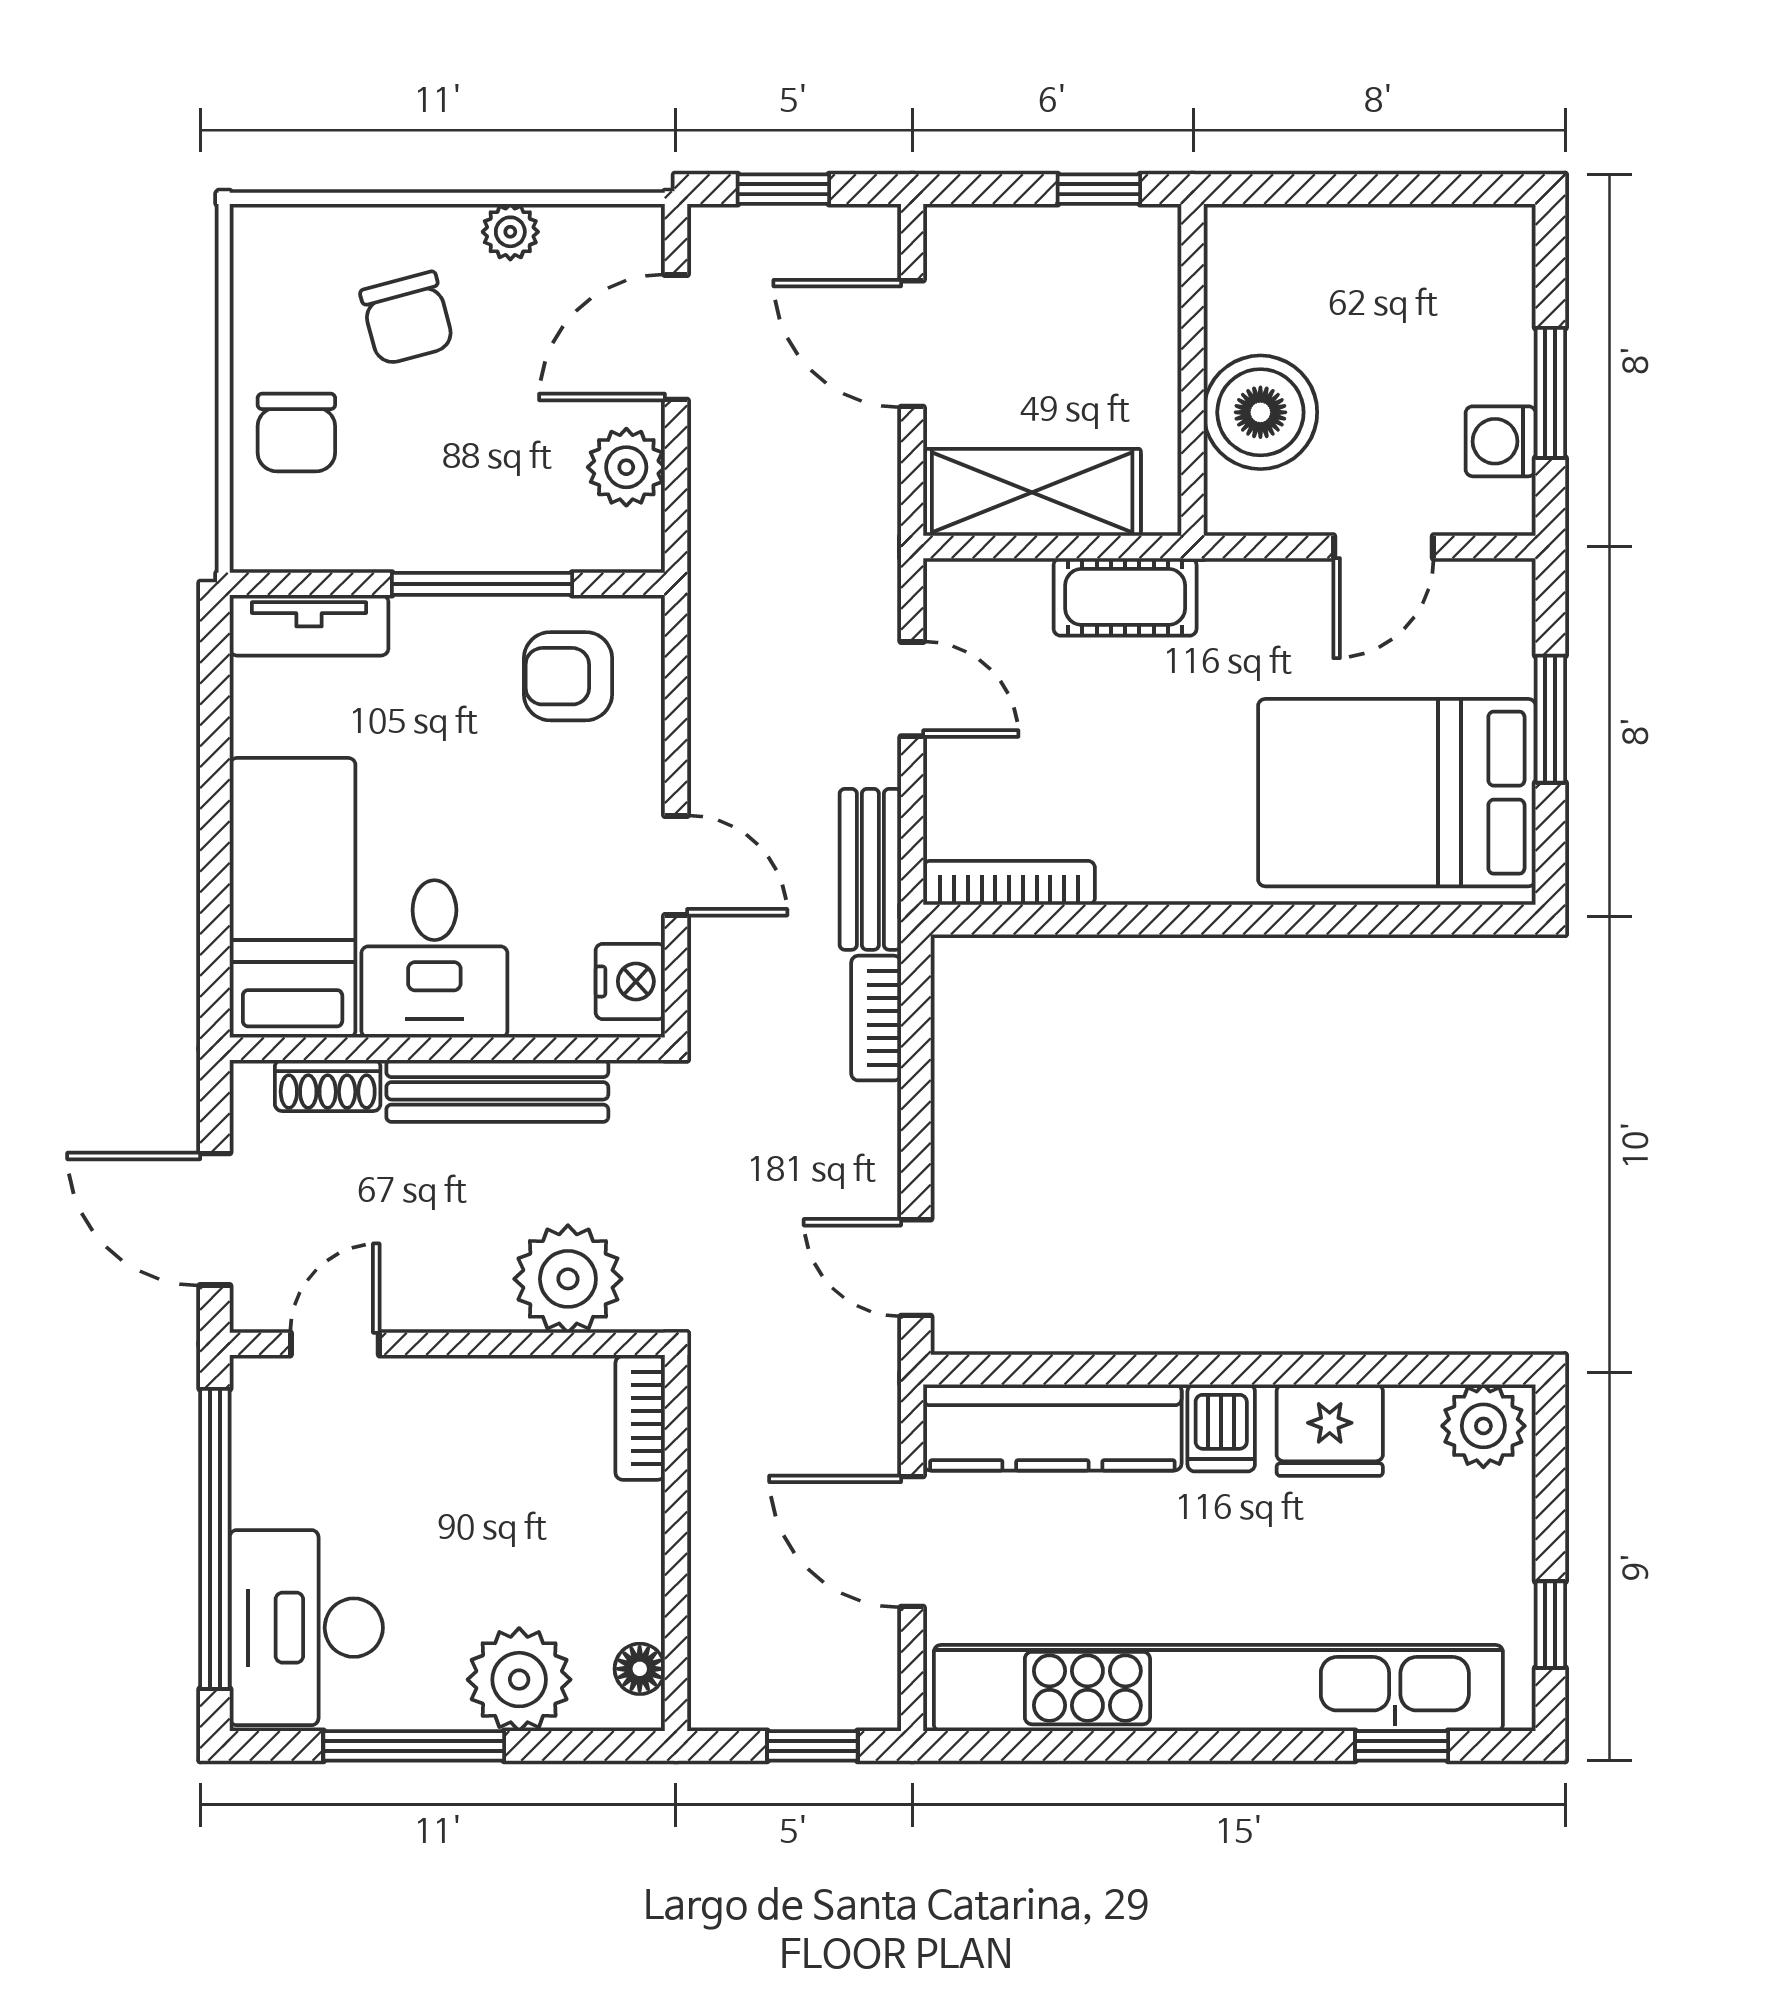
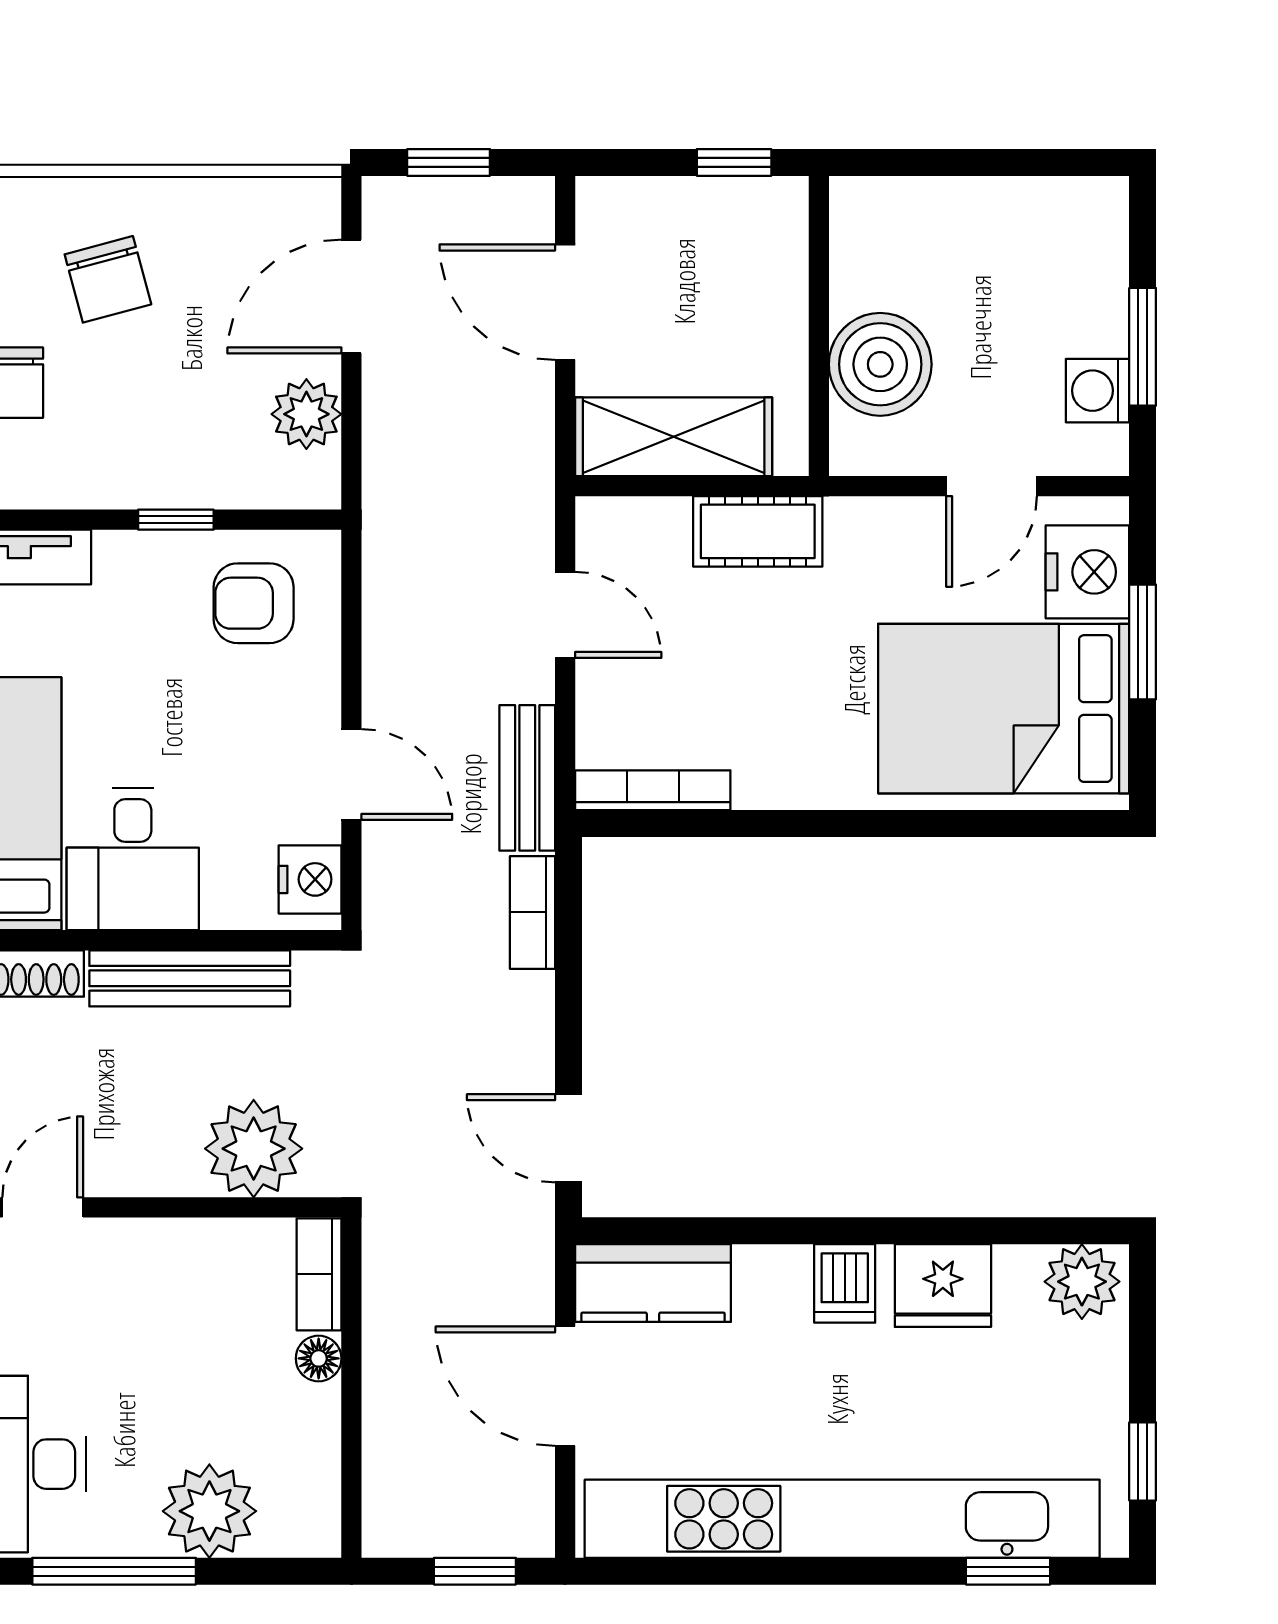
plant: (510, 232) -> (201, 201), removed
window: (482, 584) -> (176, 520), width x0.46
nightstand: (1489, 642) -> (1087, 572), added
kitchen counter: (1052, 1427) -> (653, 1283), width x0.67
floor lamp: (640, 1669) -> (319, 1358), moved

